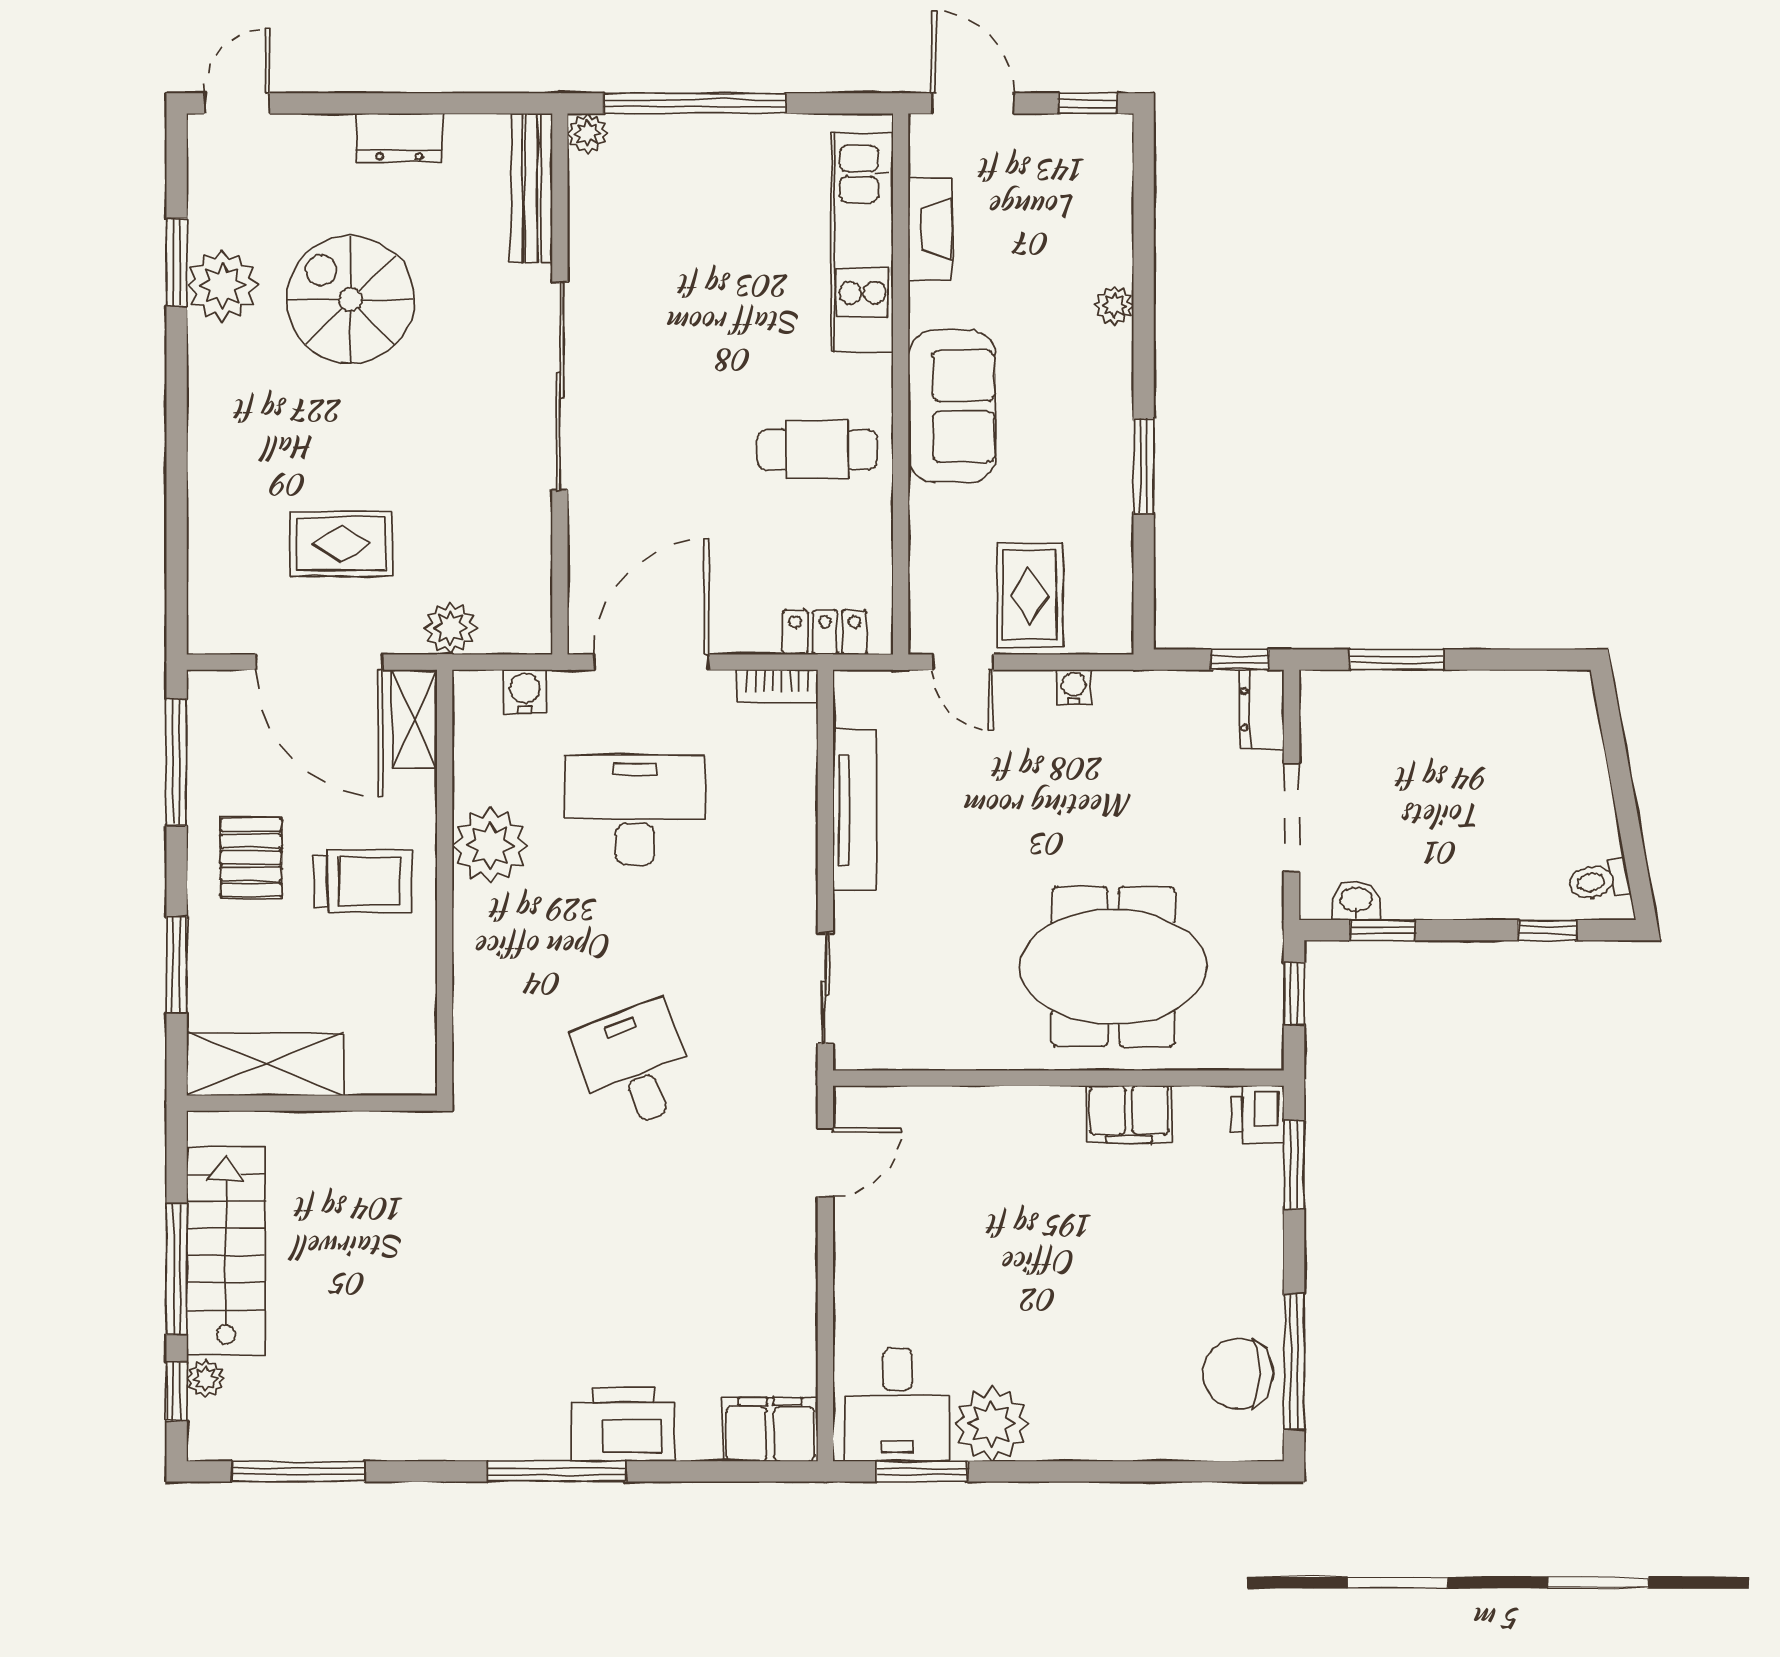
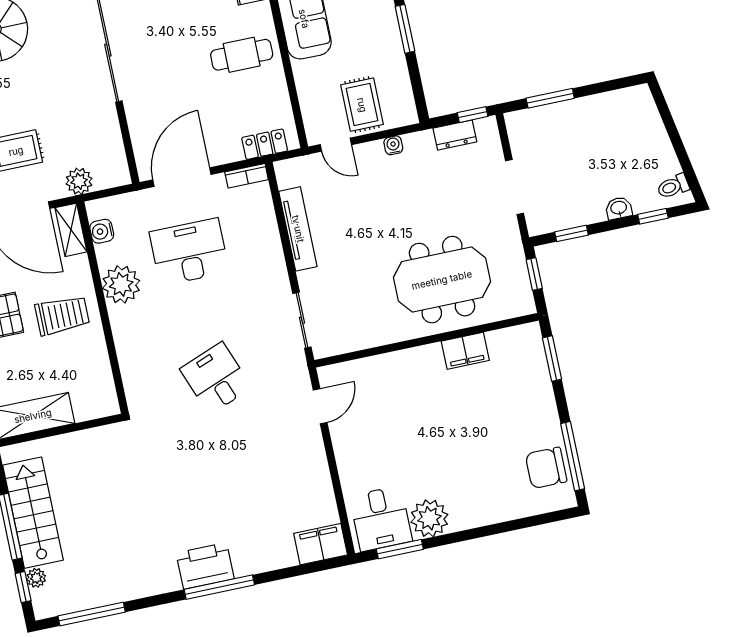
water cooler: (525, 692) -> (102, 231), moved, turned -90
dresser: (1262, 709) -> (455, 135), moved, turned -90
washbasin: (1356, 901) -> (619, 208), moved
printer: (1258, 1114) -> (529, 338), removed
printer: (623, 1424) -> (205, 566), moved

